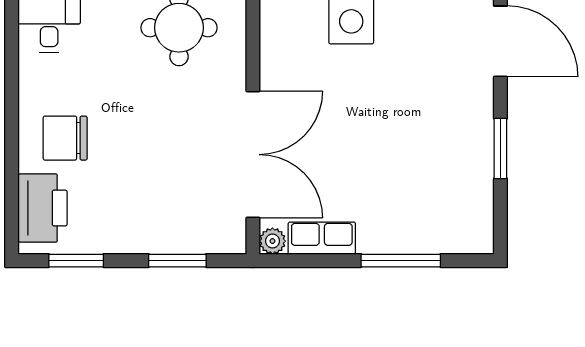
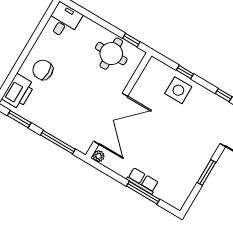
row of seats: (322, 238) -> (142, 181), moved
window: (177, 261) -> (58, 142), width x1.44

